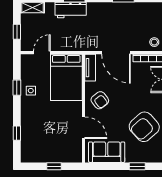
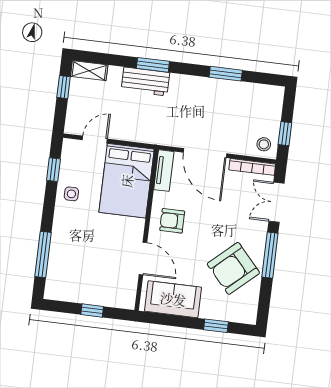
window: (17, 32) -> (64, 87), moved
window: (17, 88) -> (53, 170), moved
armchair: (100, 100) -> (172, 221), turned 128
window: (17, 133) -> (43, 254), width x2.17

